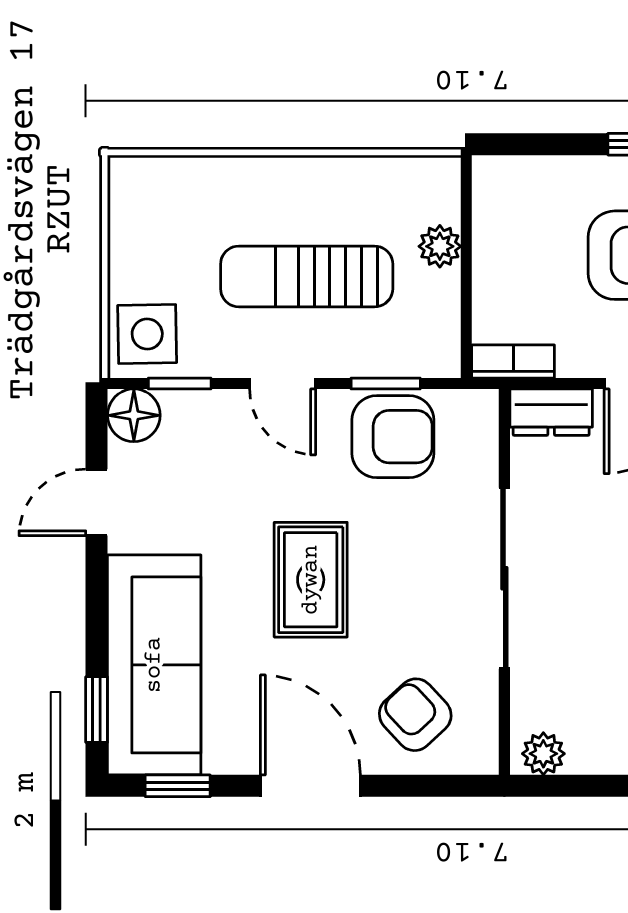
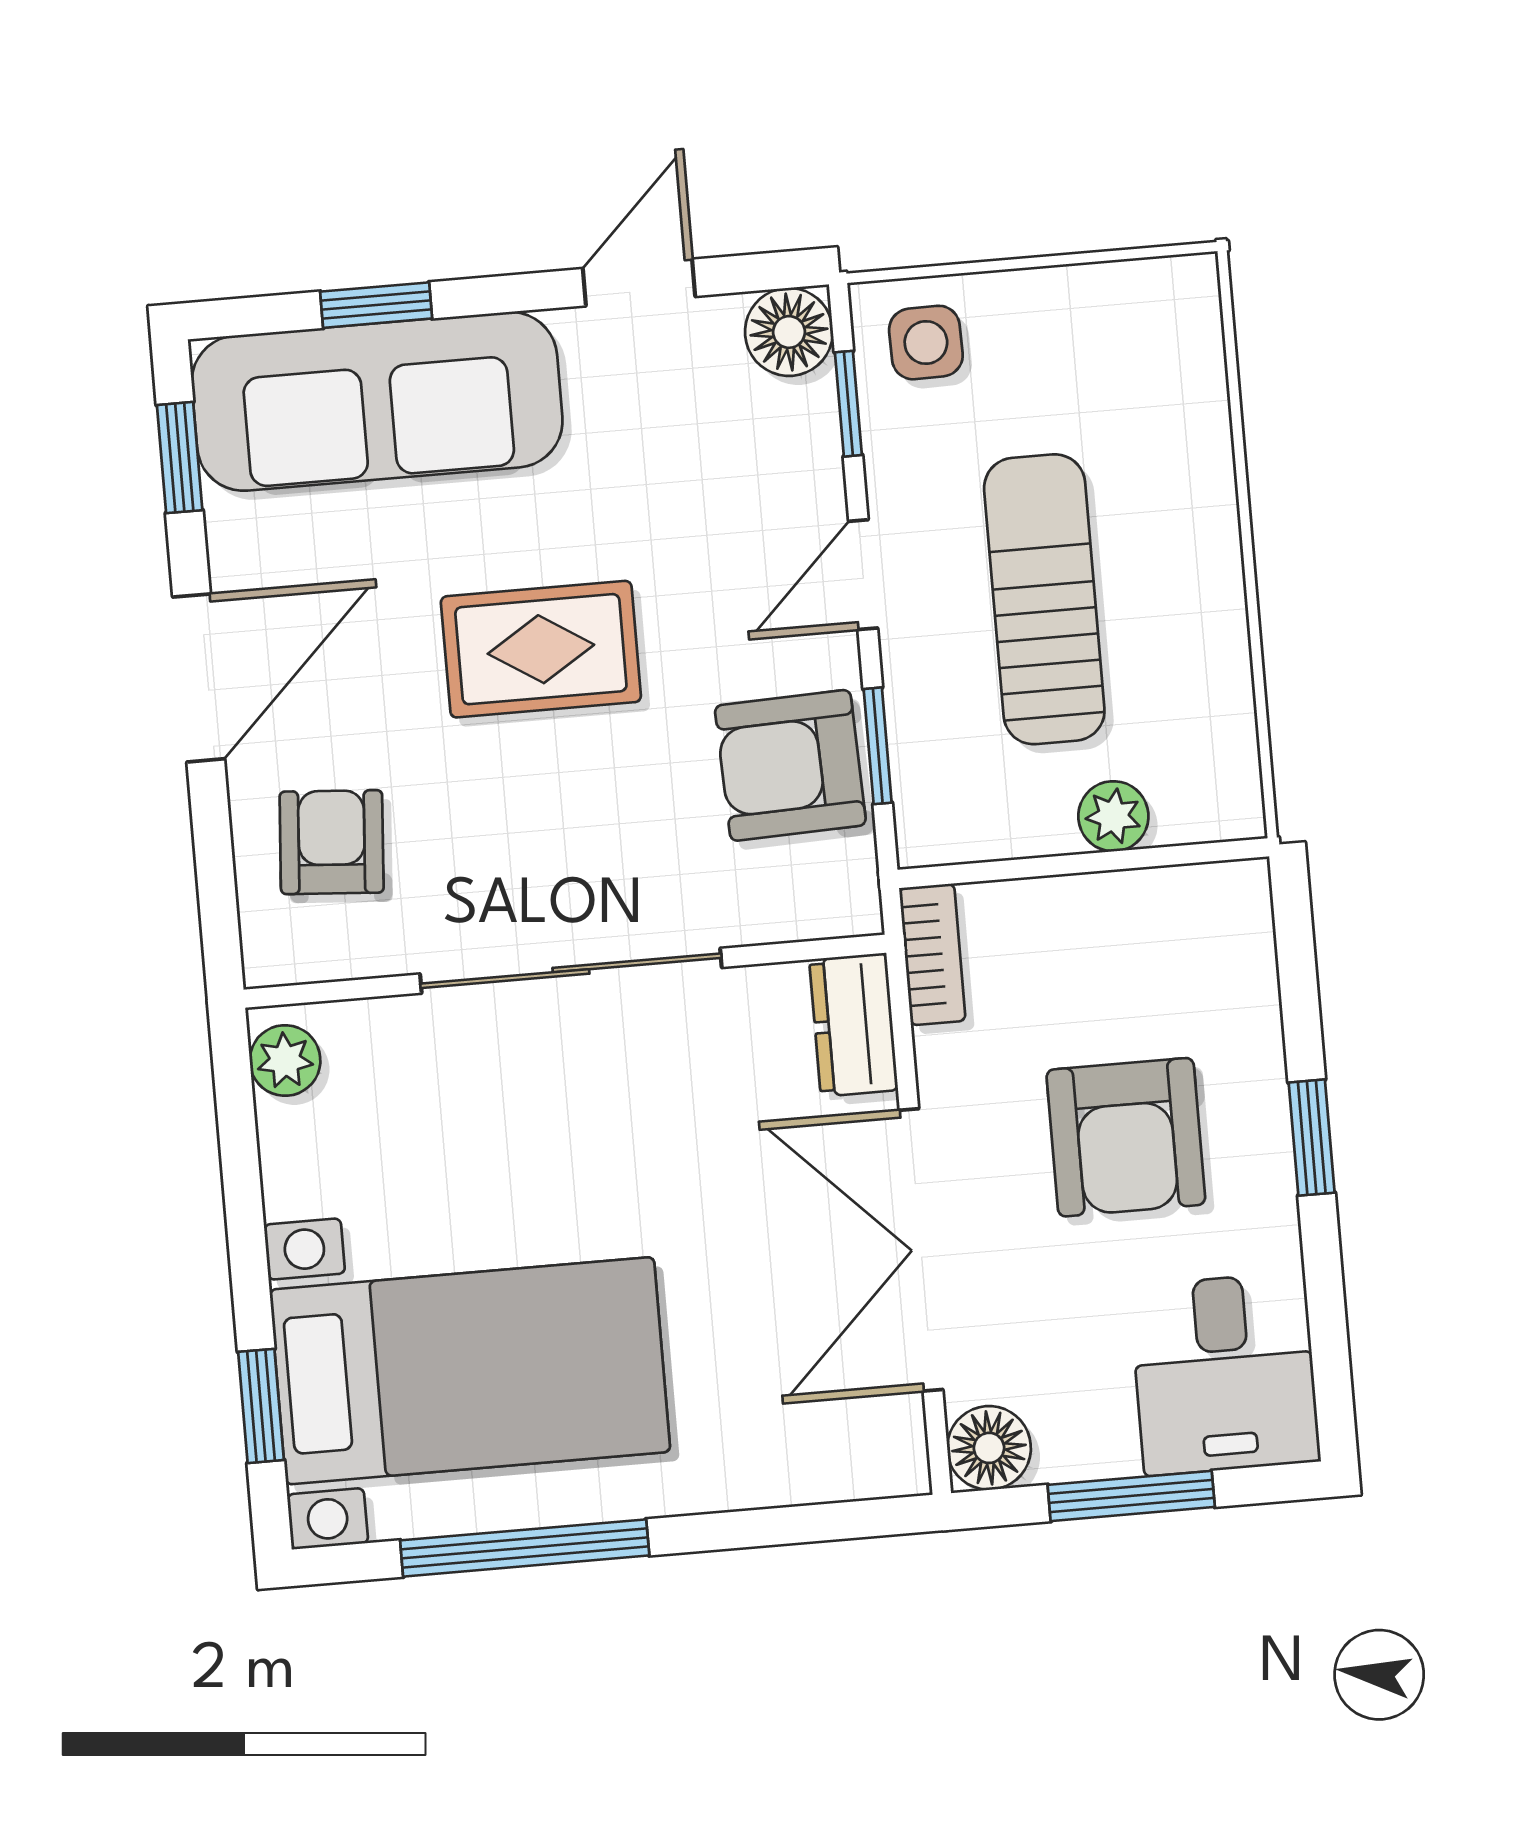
side table: (147, 334) -> (926, 343), width x0.73, depth x0.73
armchair: (393, 437) -> (790, 765), turned 88
door: (97, 502) -> (639, 282), hinge flipped
window: (97, 710) -> (376, 305), moved
armchair: (415, 715) -> (332, 842), turned -43

